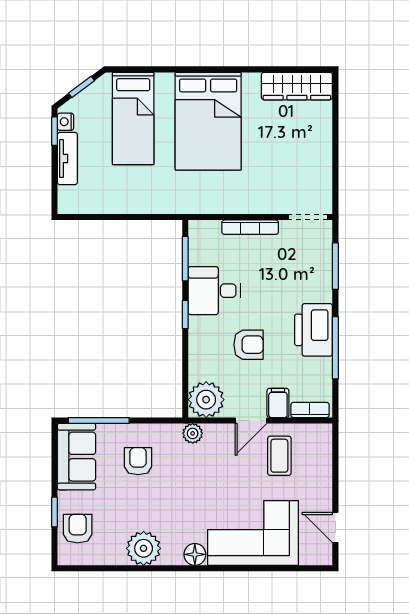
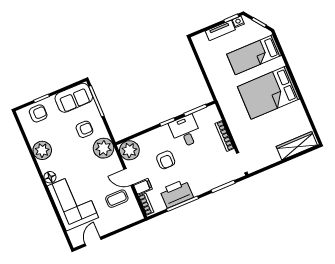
wardrobe: (297, 86) -> (297, 146), moved, turned 90
printer: (314, 330) -> (176, 193), moved
plant: (193, 433) -> (104, 148), width x1.88, depth x1.88

